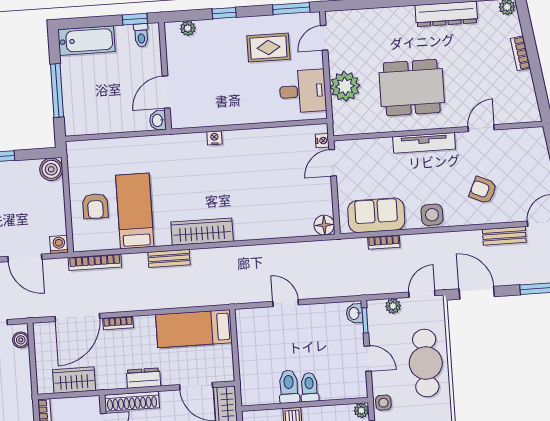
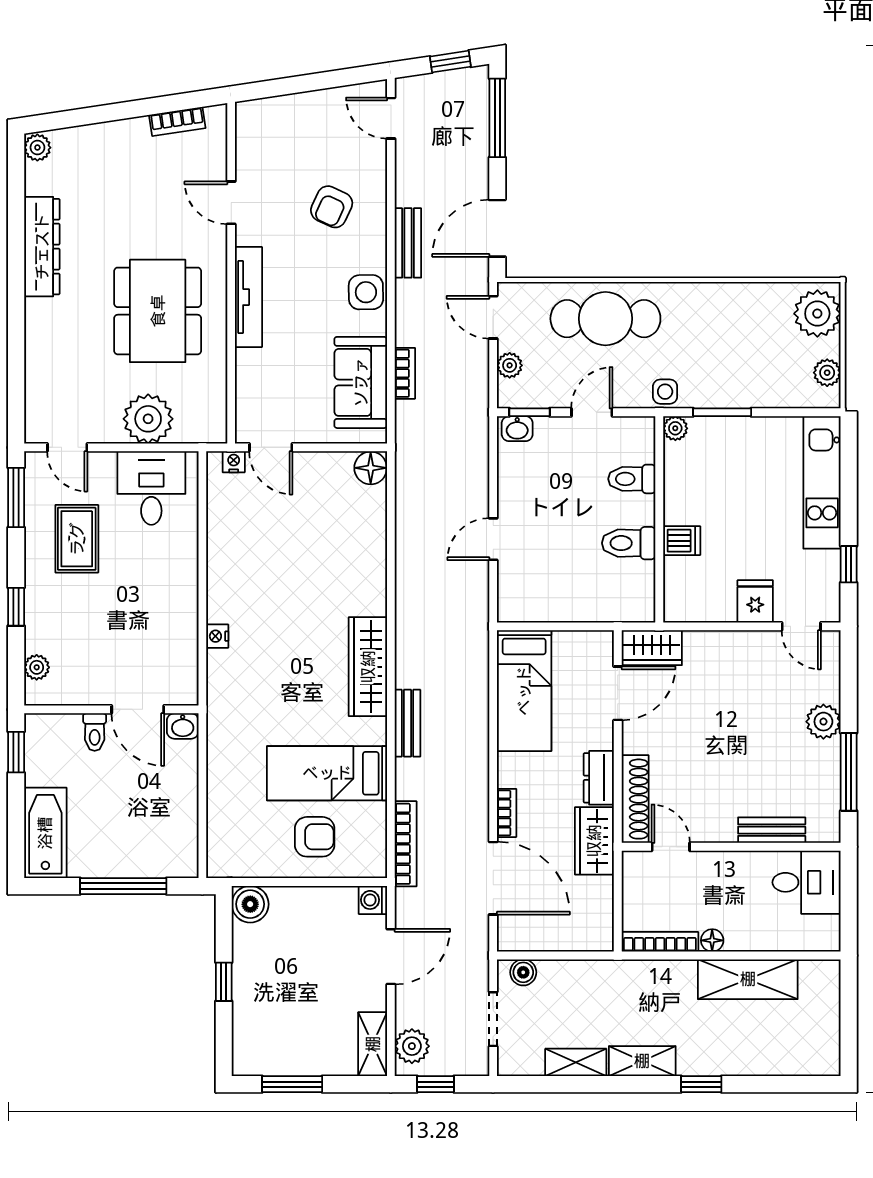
toilet: (141, 35) -> (95, 732), moved, turned 90
bookcase: (520, 53) -> (177, 122), moved
bench: (504, 236) -> (408, 243), moved
wardrobe: (74, 380) -> (594, 841), moved
toilet: (309, 387) -> (632, 479), moved

